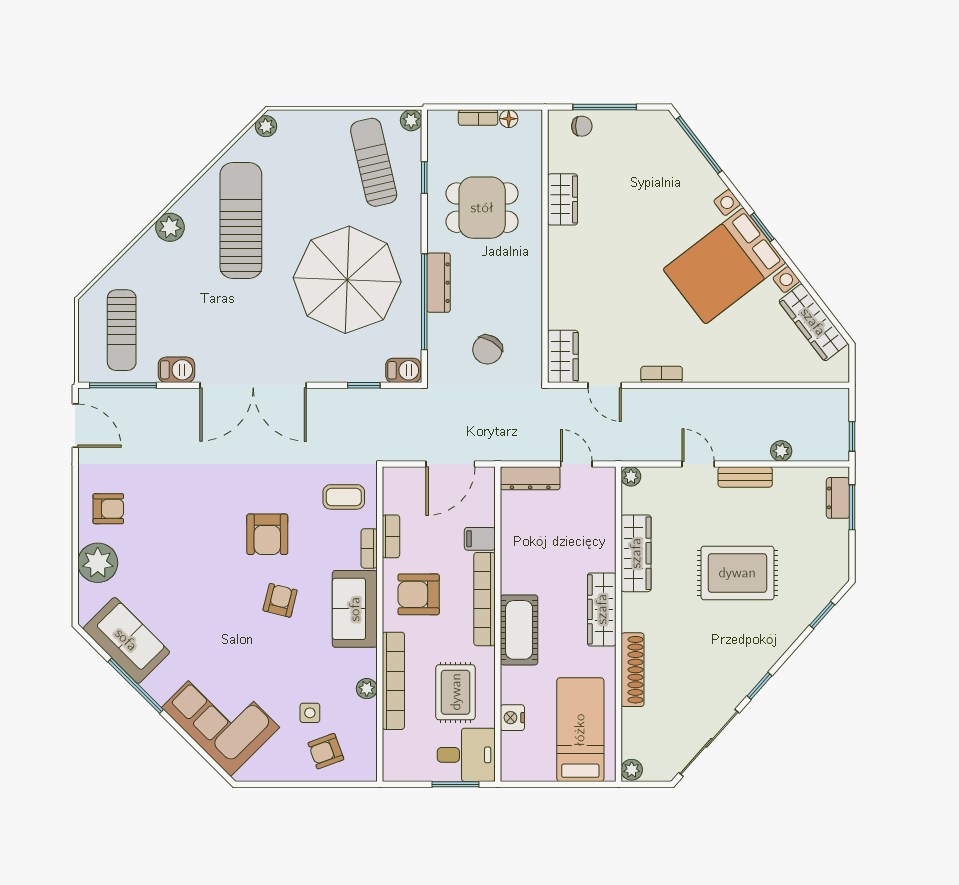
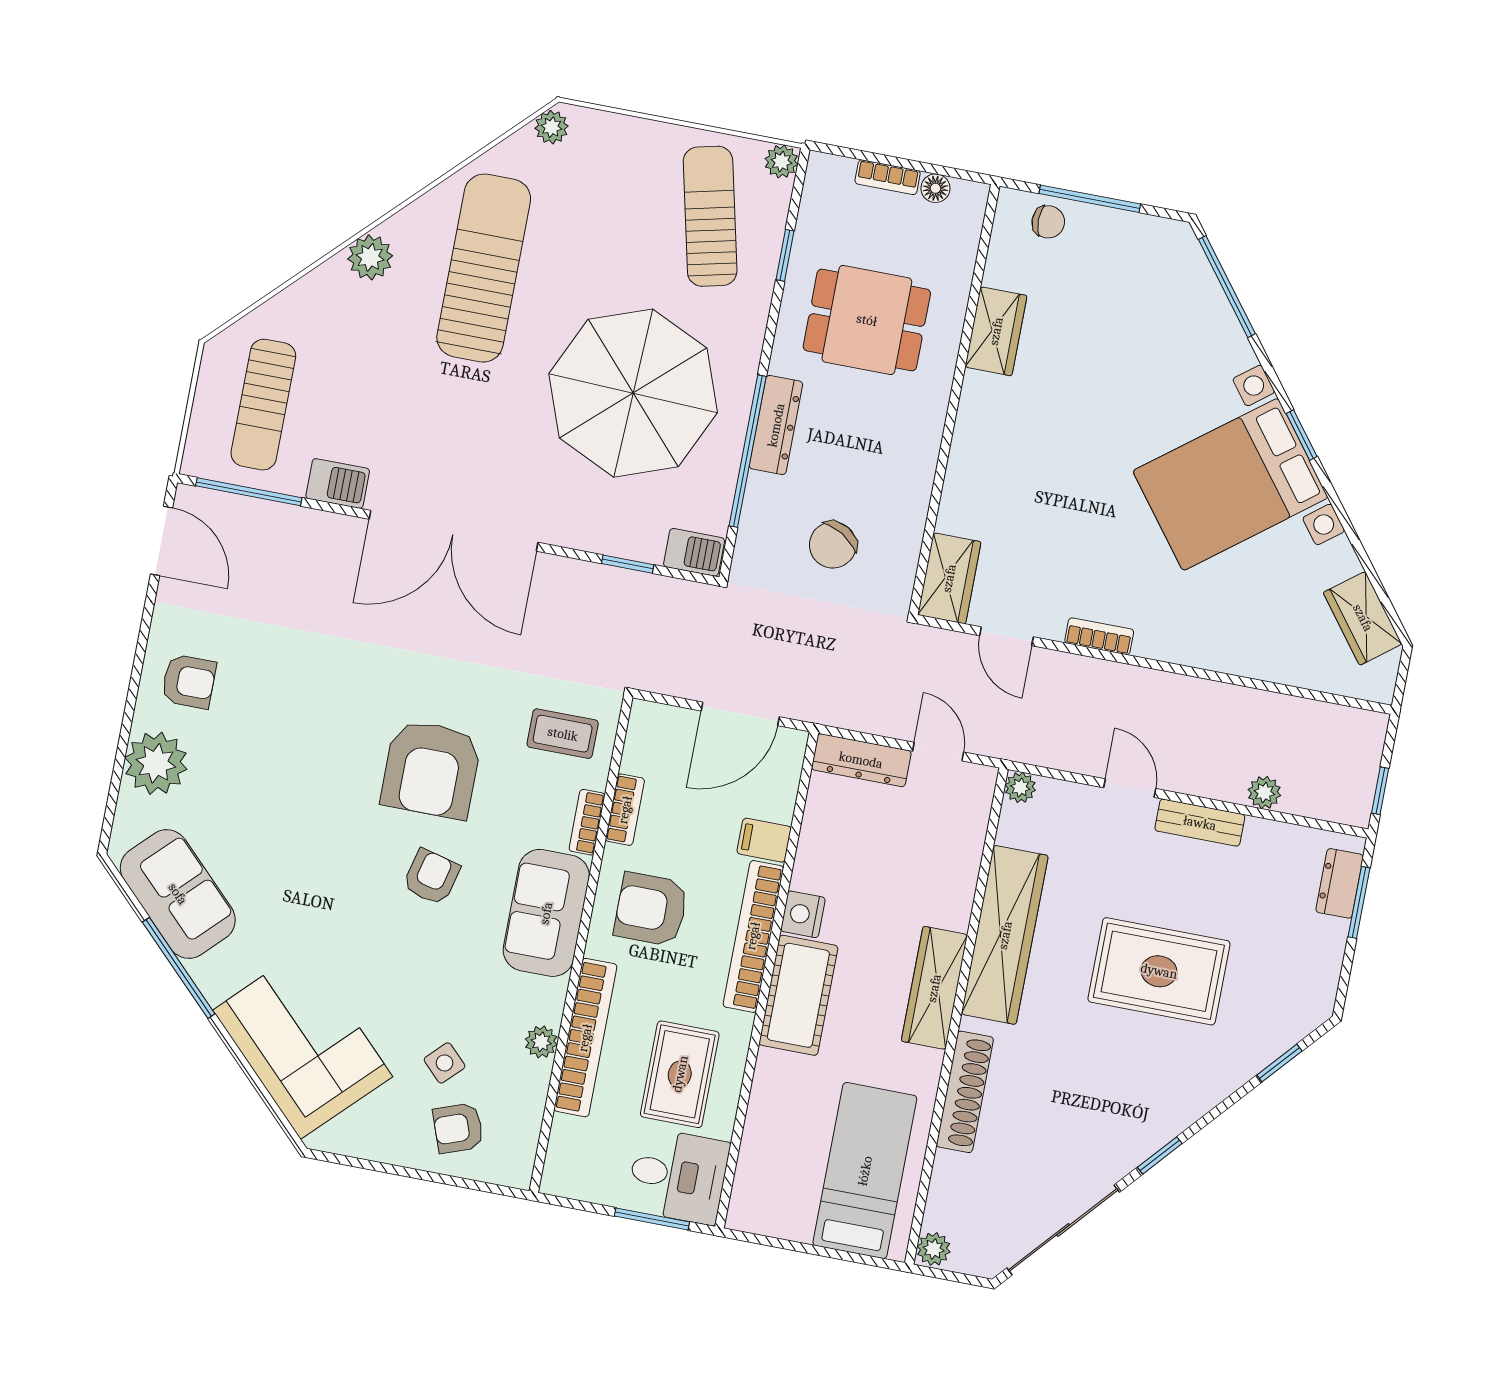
wardrobe: (813, 322) -> (1363, 618), width x0.67
armchair: (267, 534) -> (431, 769), width x1.36, depth x1.36
wardrobe: (636, 553) -> (1005, 935), width x1.40, depth x1.17
side table: (310, 713) -> (445, 1063), turned 45
nightstand: (512, 718) -> (803, 914), moved

